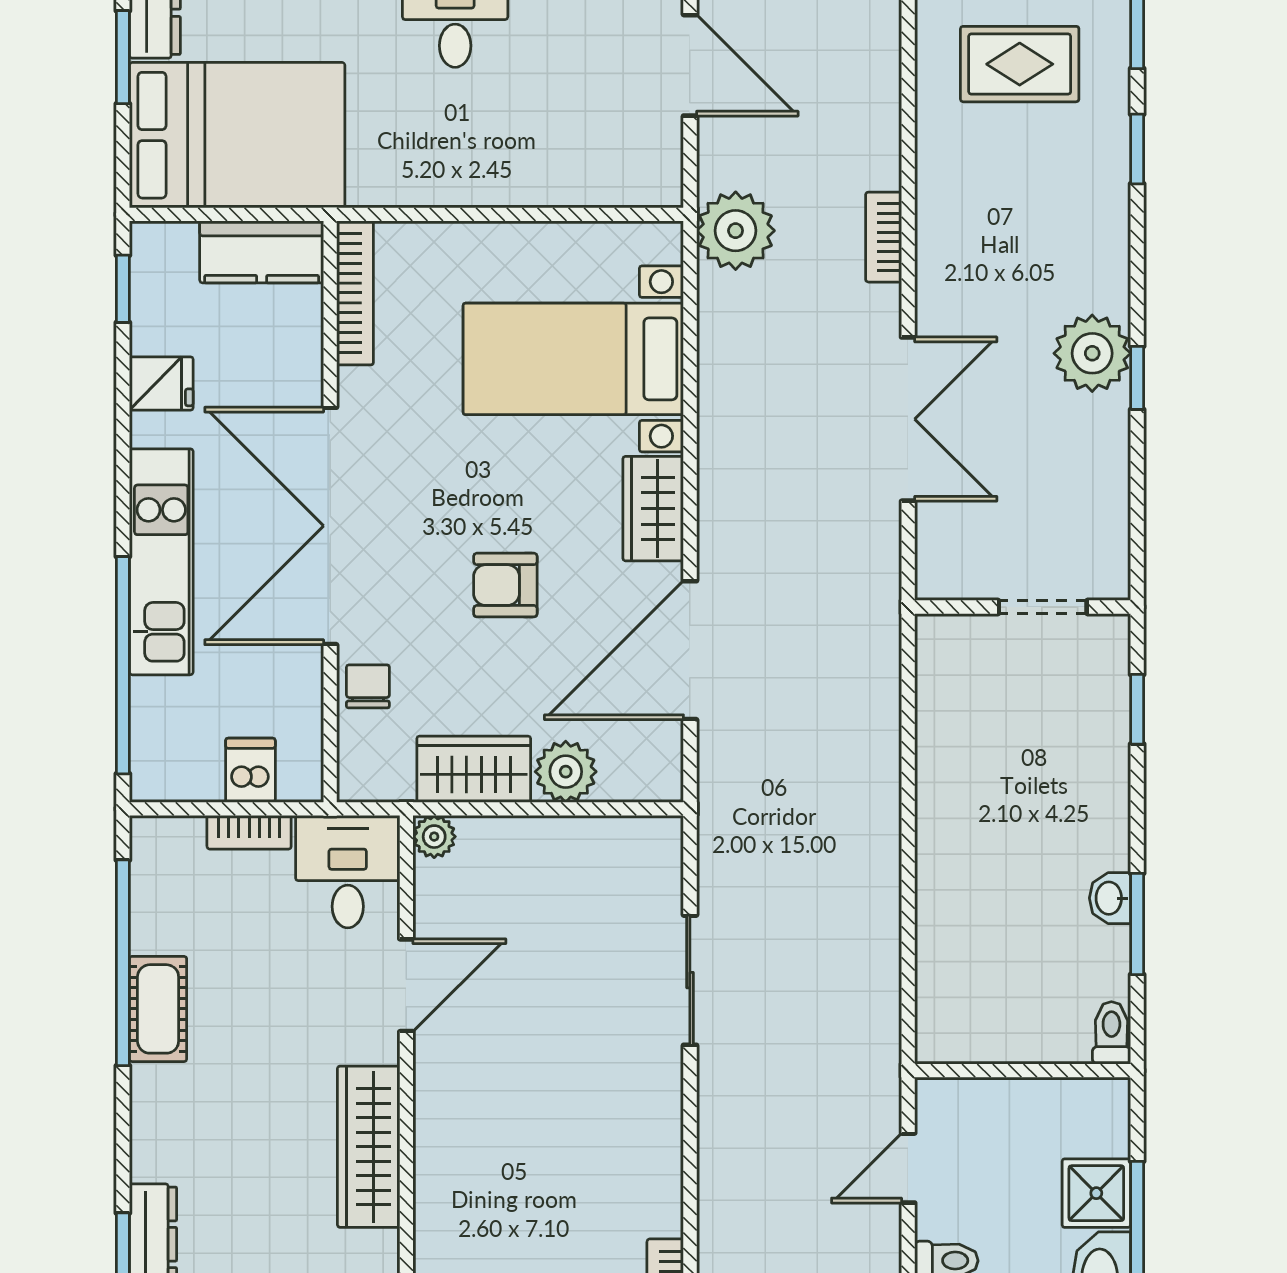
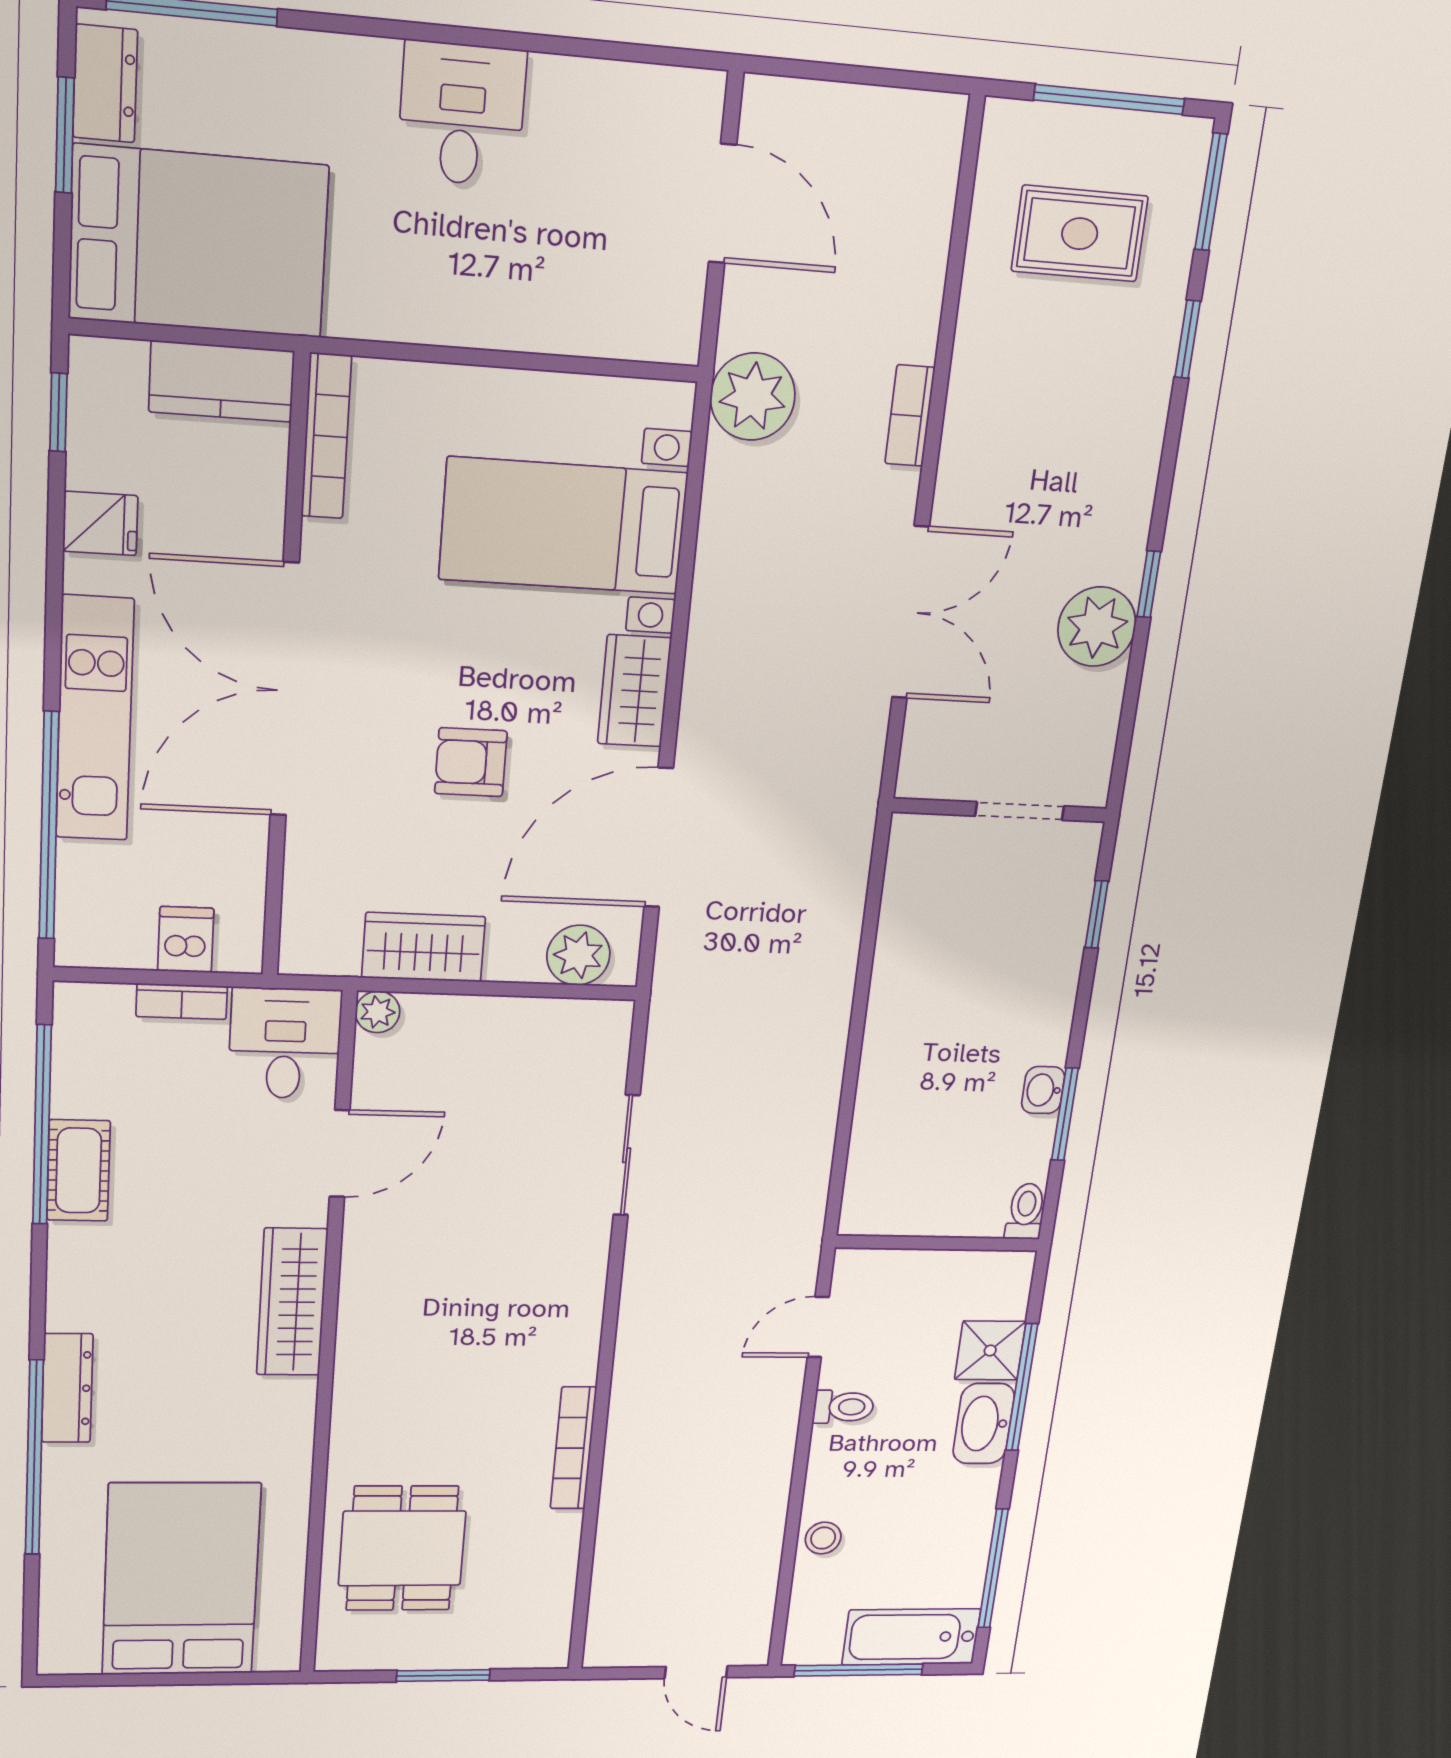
plant: (1092, 353) -> (1097, 627), moved
chair: (368, 686) -> (317, 860), removed
plant: (566, 772) -> (578, 955), moved

